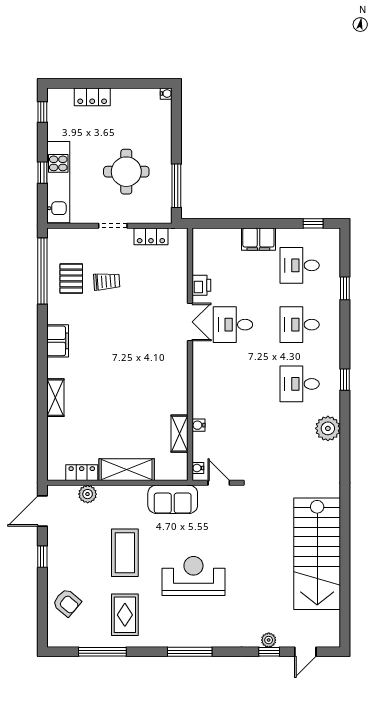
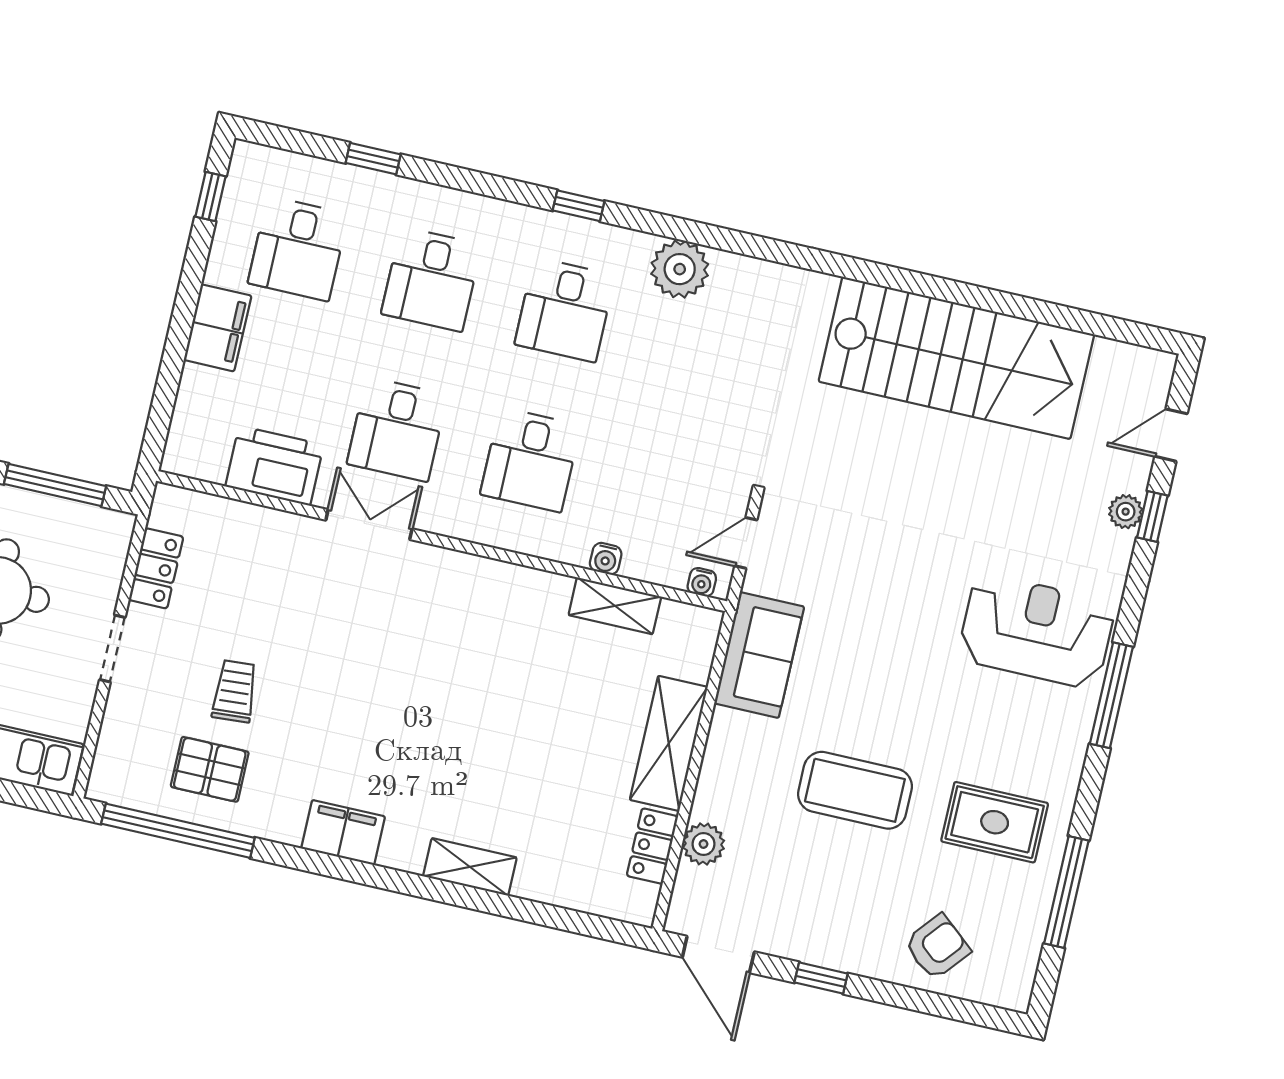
printer: (201, 285) -> (275, 466), width x1.87, depth x1.48
desk: (233, 384) -> (530, 460), added
reception desk: (193, 576) -> (1037, 631), moved, turned 90
door: (305, 652) -> (1171, 435), swing flipped

